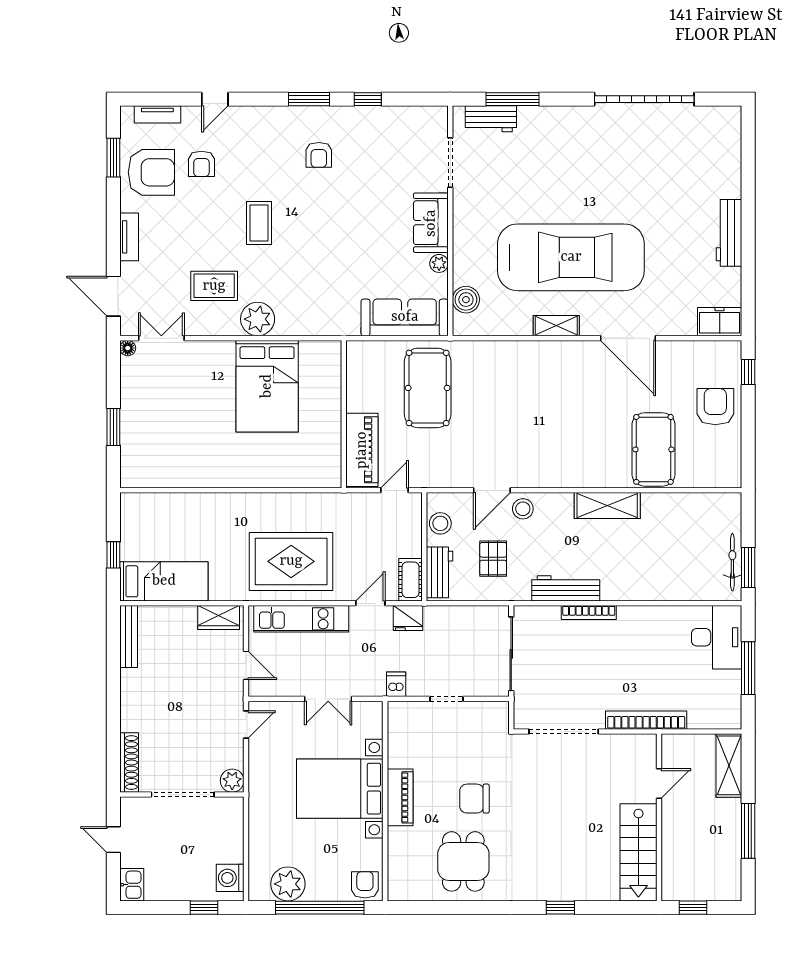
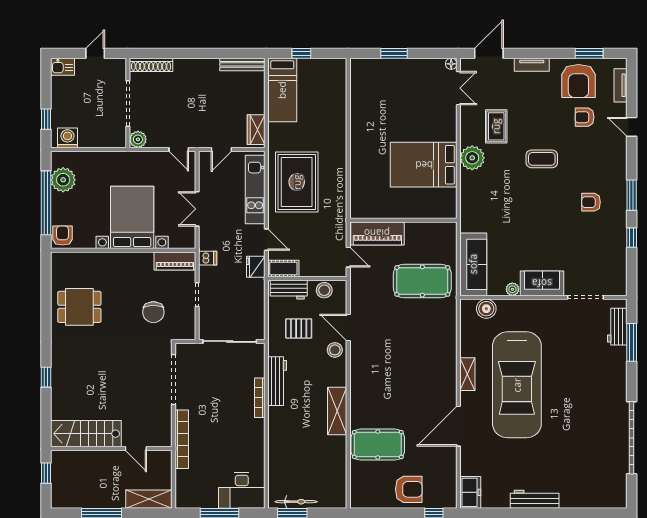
piano: (400, 797) -> (175, 261), moved
chair: (474, 799) -> (153, 312), moved, turned 180
armchair: (365, 885) -> (62, 236), turned -90

